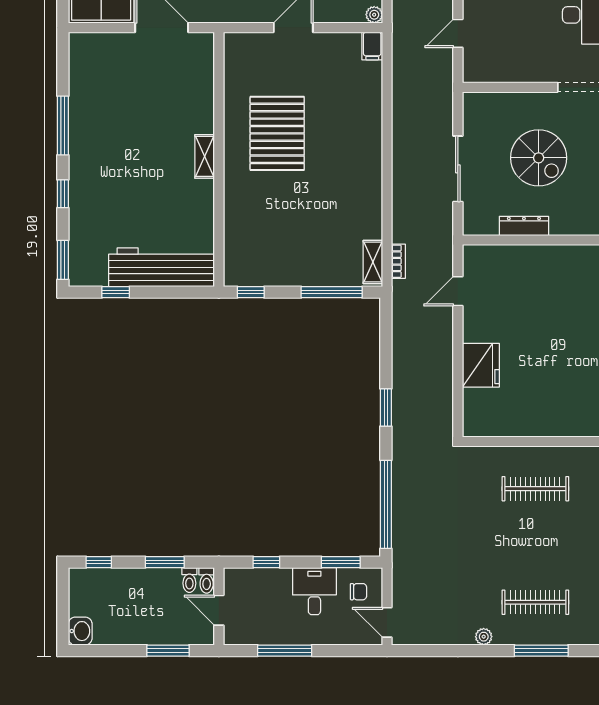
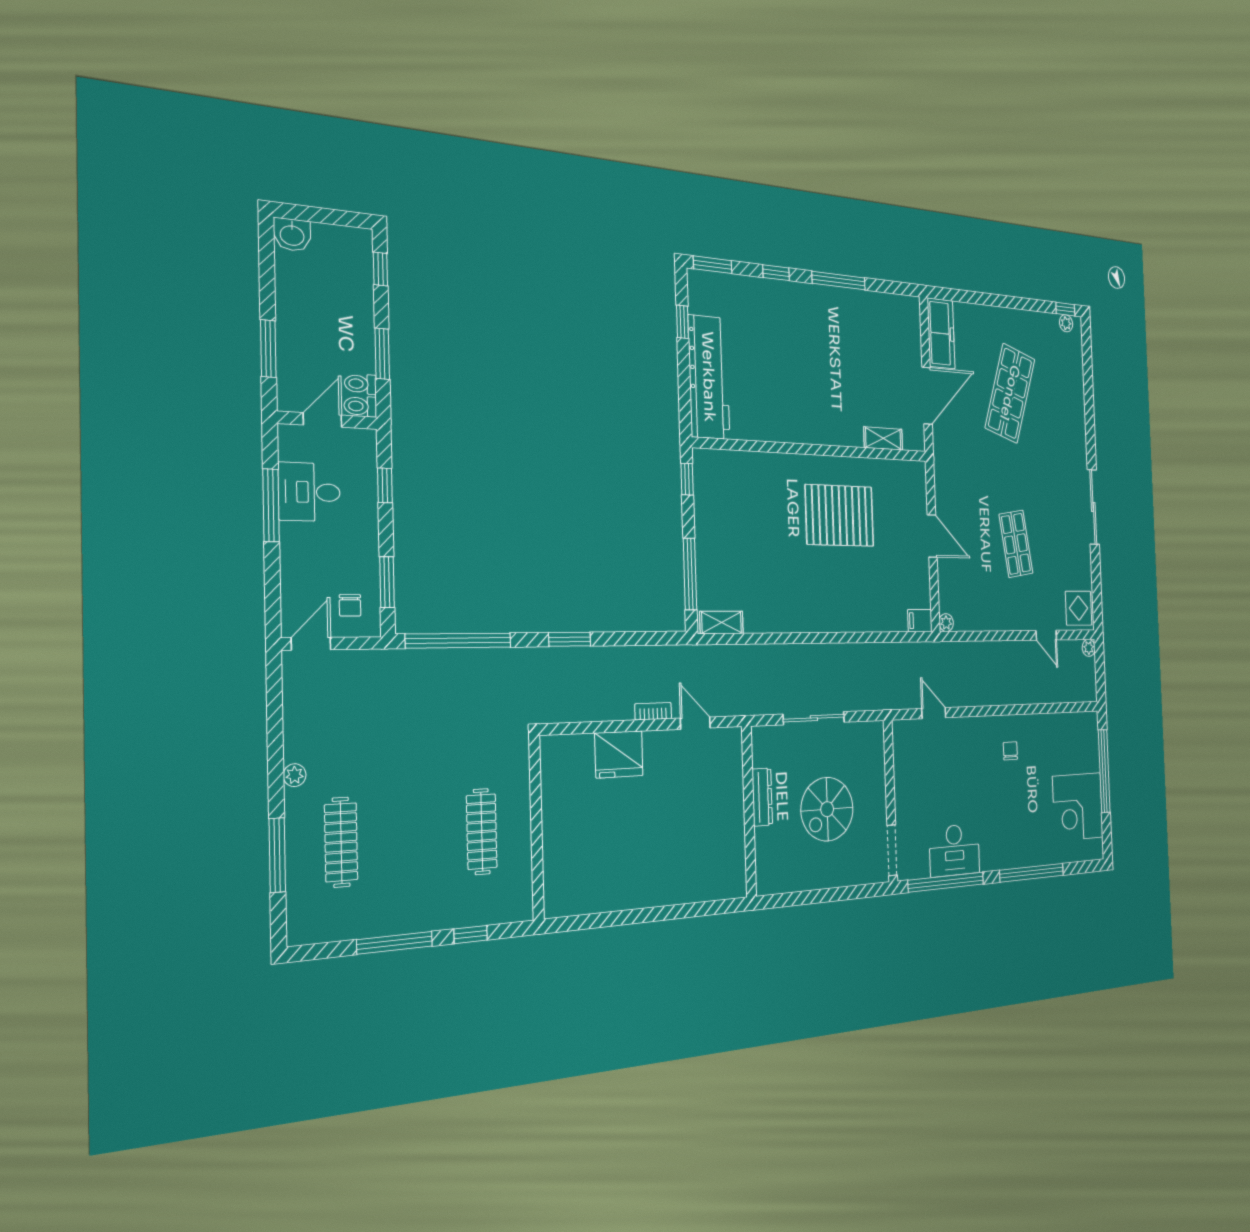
shelving: (205, 156) -> (883, 438), moved
bookcase: (398, 261) -> (653, 711), moved, turned 180
desk: (314, 591) -> (309, 492), moved, turned 180

